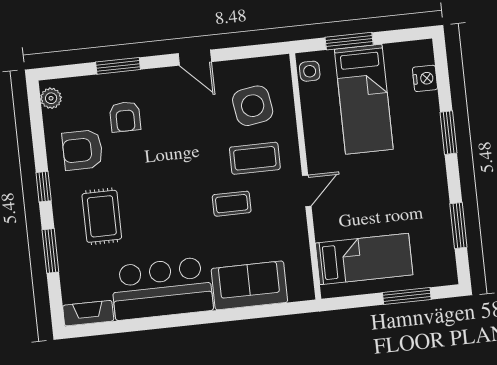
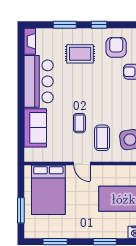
bed: (364, 259) -> (48, 190), width x1.50

